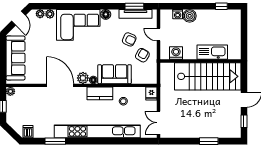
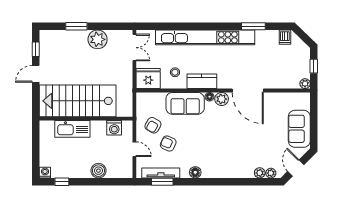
washing machine: (178, 14) -> (45, 173), moved
corner sofa: (78, 25) -> (227, 160), removed
sofa: (15, 58) -> (299, 129), width x0.73
fridge: (151, 94) -> (148, 79), width x1.88, depth x1.34
plant: (190, 130) -> (98, 39), added

